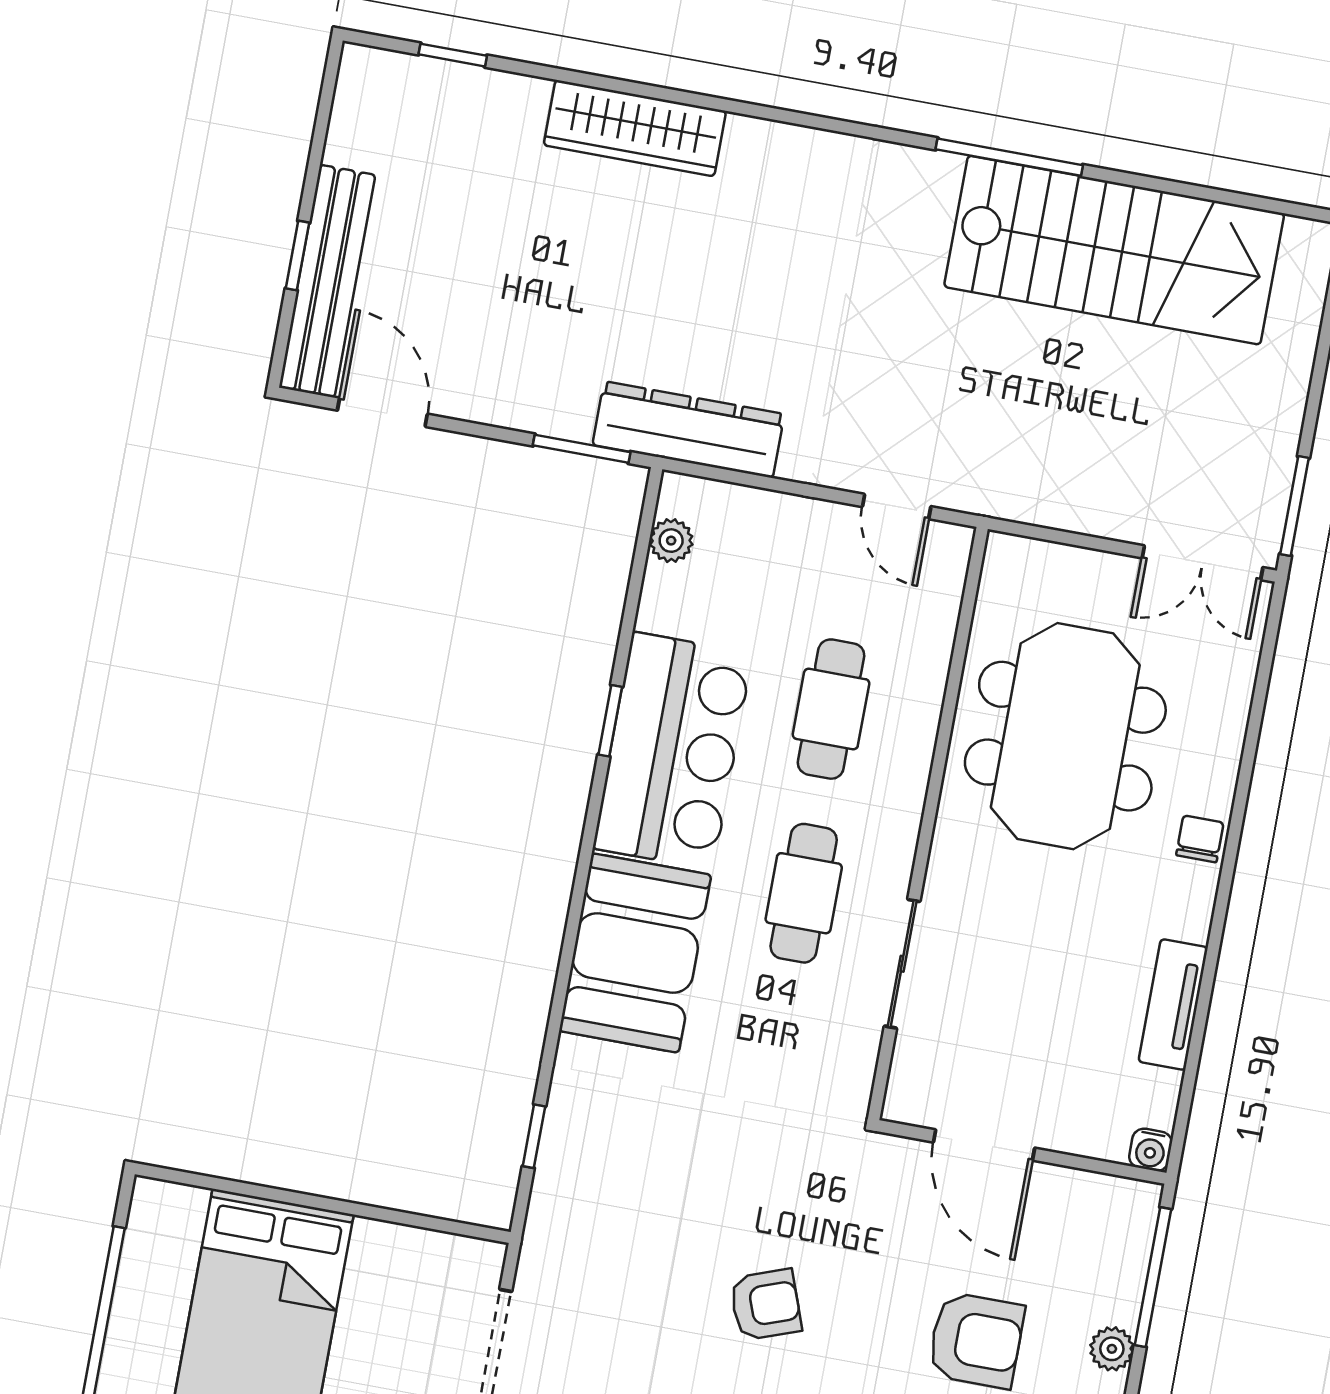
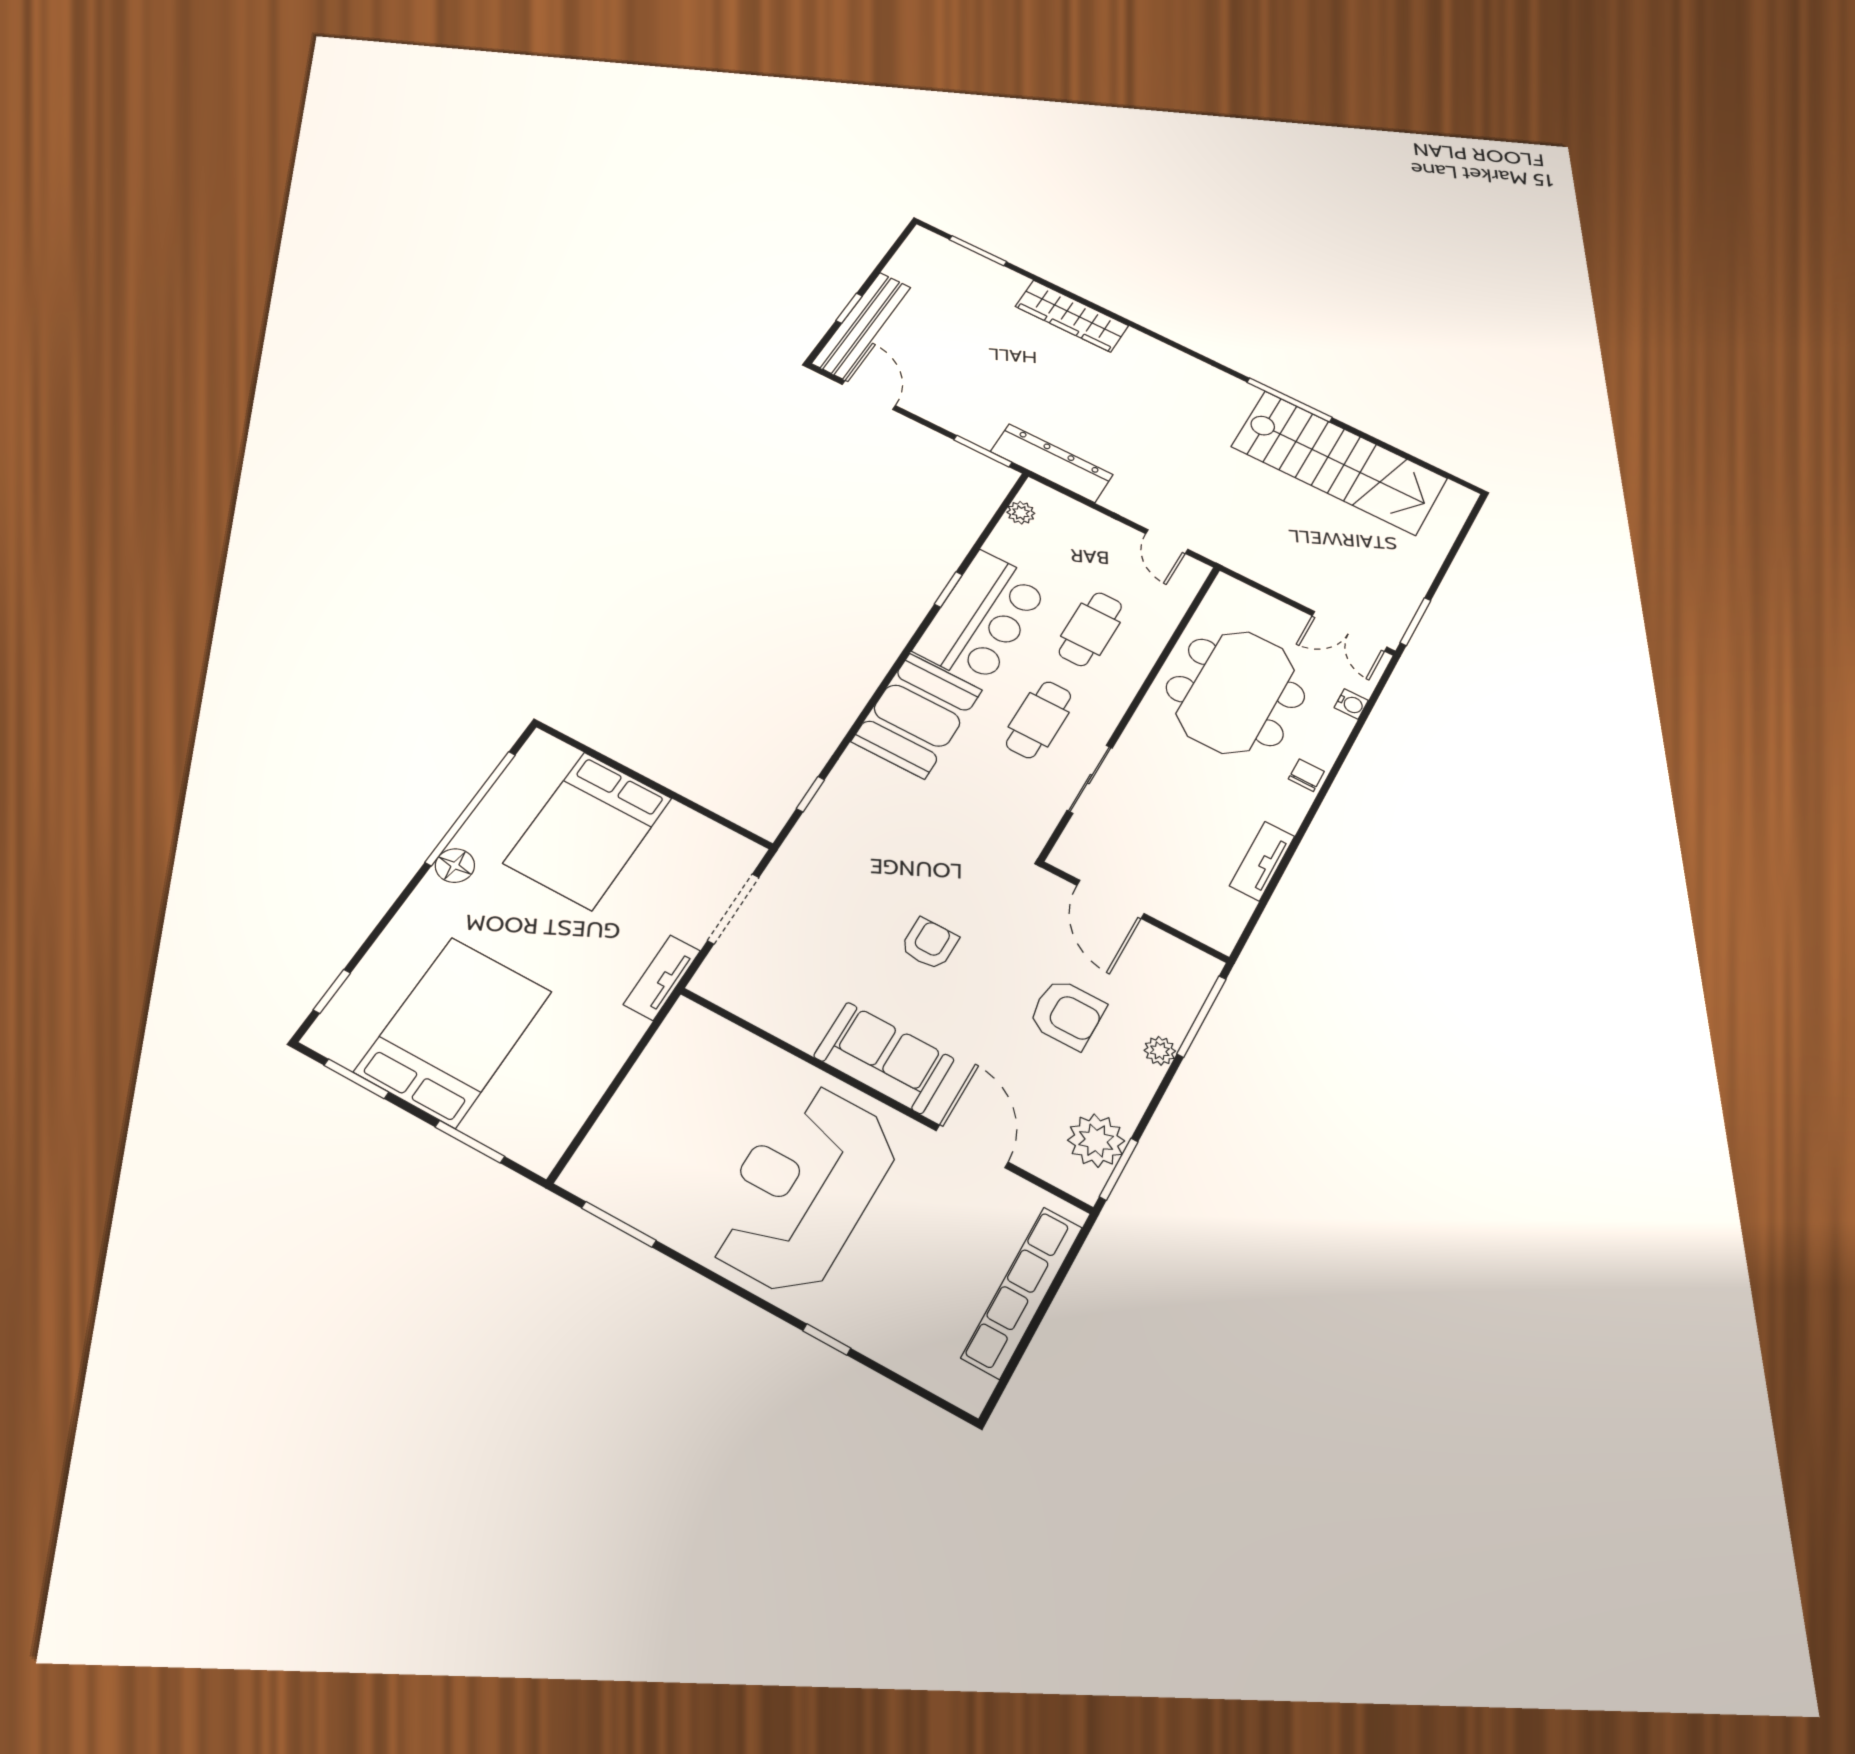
window: (453, 55) -> (978, 251), width x1.50
water cooler: (1151, 1150) -> (1351, 704), moved, turned -90
armchair: (766, 1305) -> (929, 944), turned -70

